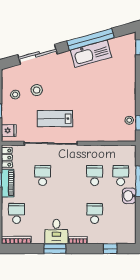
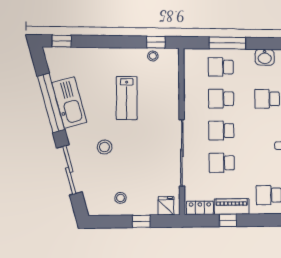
stool: (37, 90) -> (105, 147), moved
lab bench: (55, 119) -> (127, 98), moved
school desk: (69, 176) -> (221, 131), added
washbasin: (129, 196) -> (265, 57), moved

